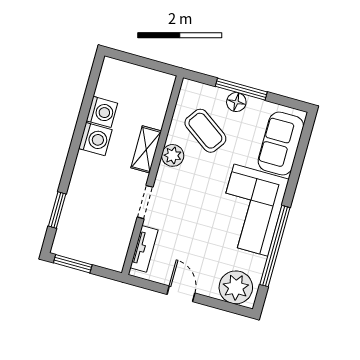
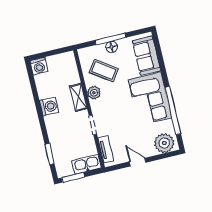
washing machine: (102, 112) -> (39, 66), moved, turned 90
kitchen sink: (103, 255) -> (87, 164), added

